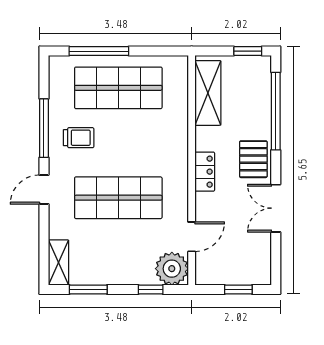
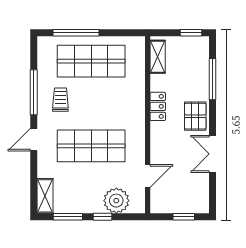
shelving: (208, 93) -> (158, 57), width x0.67, depth x0.75
window: (276, 111) -> (213, 79), width x0.68
trolley: (79, 138) -> (60, 100), turned -90
locker: (205, 172) -> (158, 106), moved
plant: (172, 269) -> (116, 201), moved
window: (151, 290) -> (103, 217), moved

